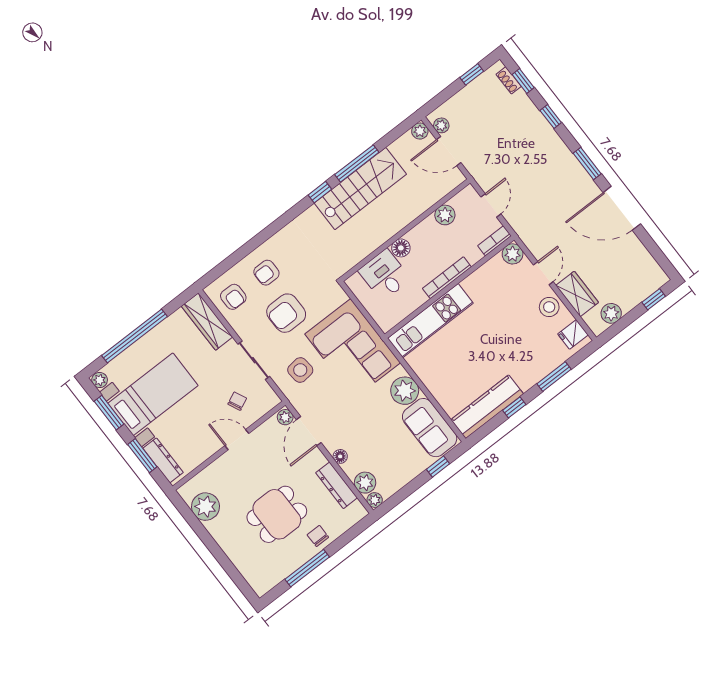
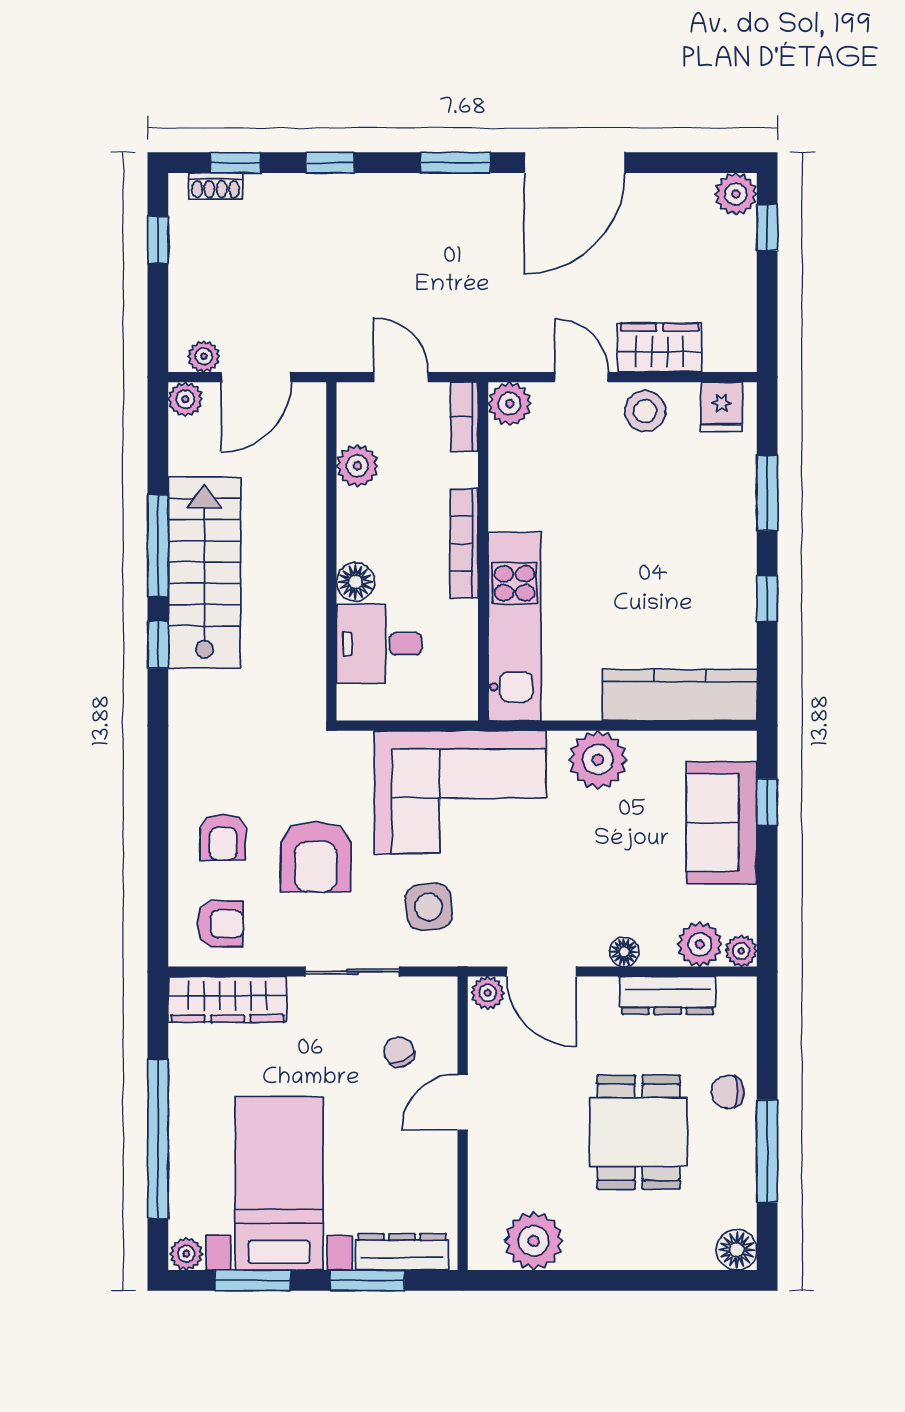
plant: (611, 313) -> (736, 194), moved
kitchen counter: (487, 407) -> (680, 695), moved, turned 90
sofa: (430, 428) -> (722, 823), moved, turned 90
floor lamp: (261, 585) -> (737, 1250), added

